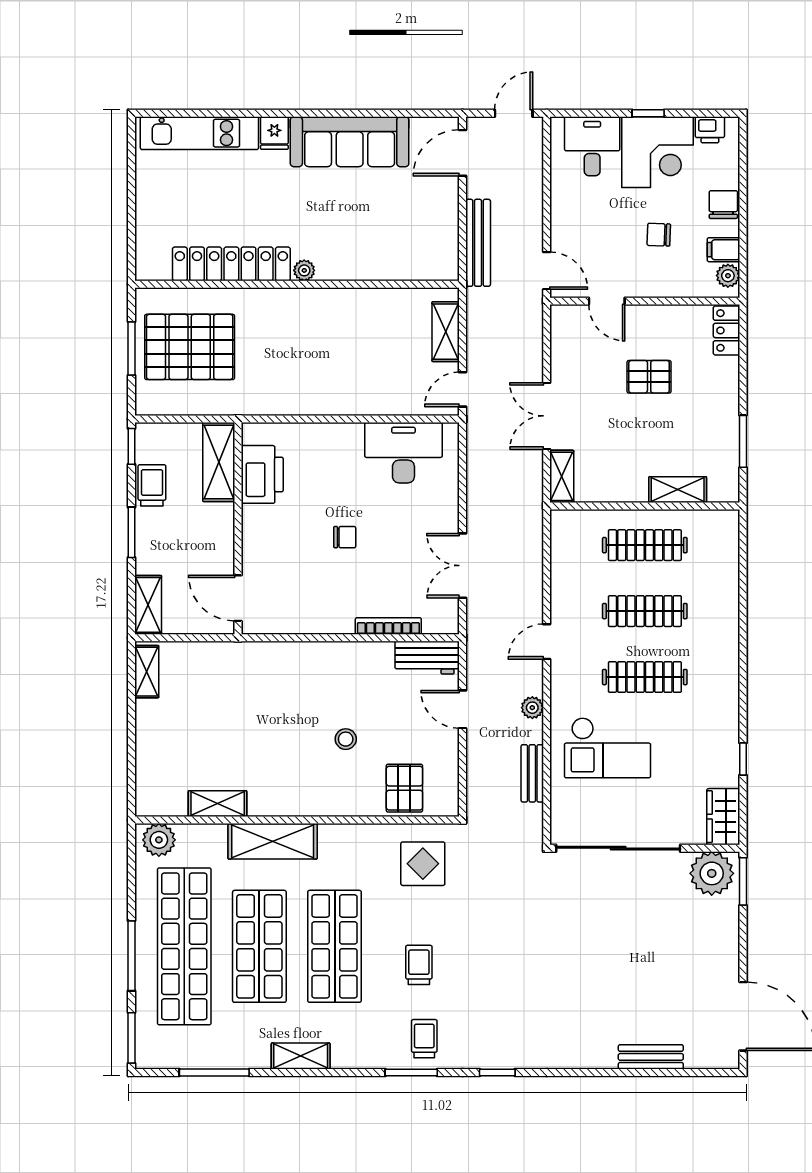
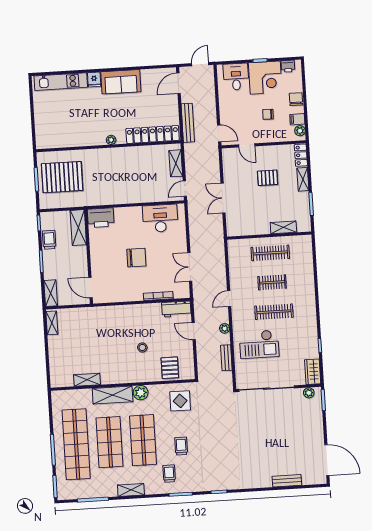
sofa: (350, 142) -> (121, 82), width x0.73
locker: (231, 264) -> (153, 134), moved
printer: (262, 474) -> (101, 218), moved, turned 90
shelving: (562, 476) -> (303, 179), moved
chair: (345, 537) -> (136, 258), width x1.87, depth x1.87
clothes rail: (645, 611) -> (272, 282), width x0.73
plant: (159, 840) -> (141, 393), moved
plant: (712, 873) -> (309, 393), width x0.53, depth x0.53
trolley: (424, 1039) -> (169, 474), moved

